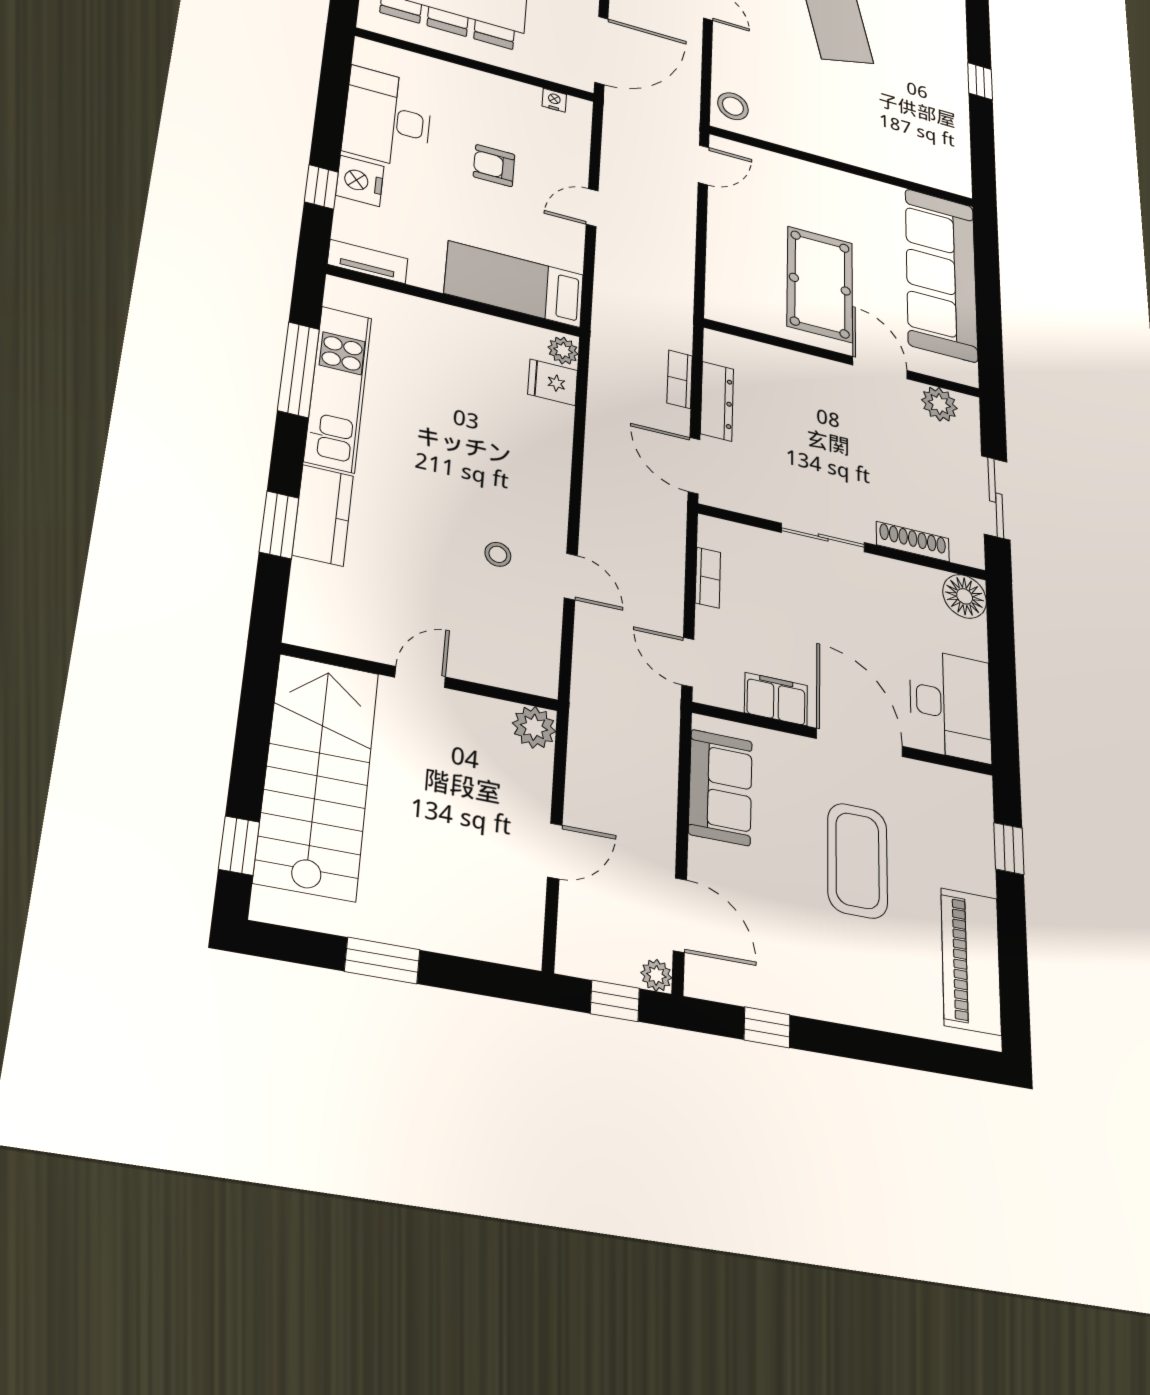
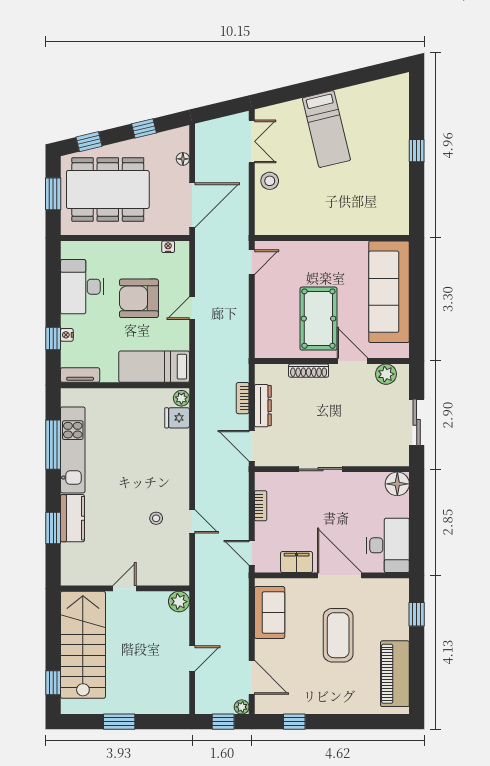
stool: (733, 106) -> (270, 181), moved
armchair: (494, 166) -> (139, 298), width x1.88, depth x1.88
nightstand: (360, 181) -> (67, 335), width x0.53, depth x0.56
shoe rack: (913, 542) -> (309, 371), moved, turned 180

